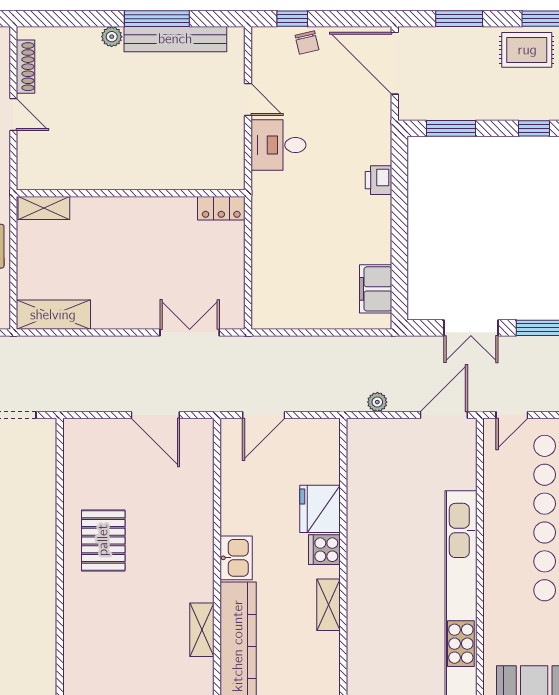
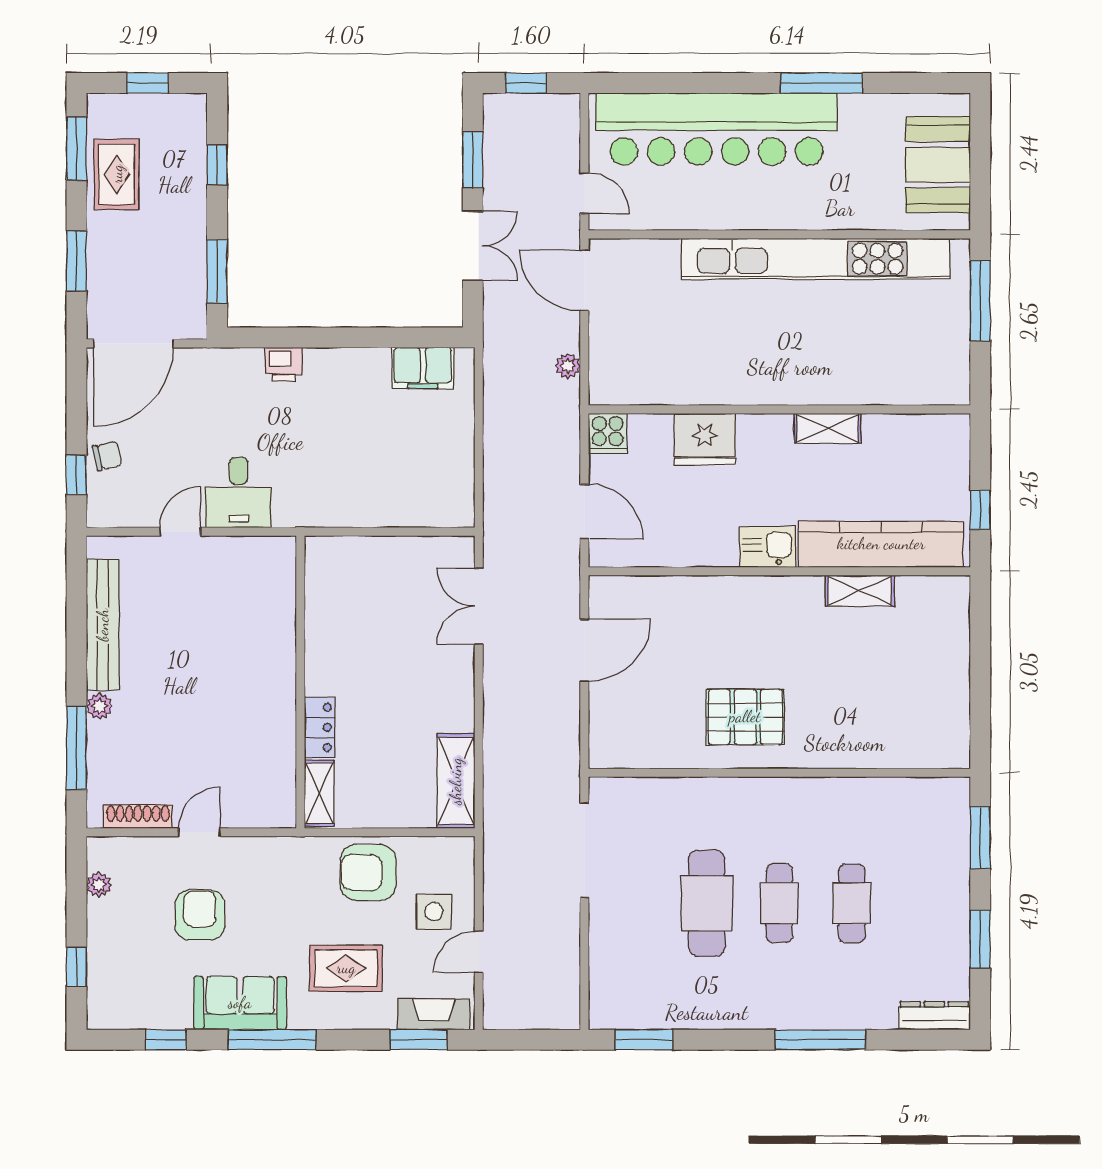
window: (157, 19) -> (76, 748), moved
locker: (221, 208) -> (320, 727), moved
cooker: (324, 550) -> (608, 434), moved

